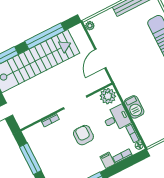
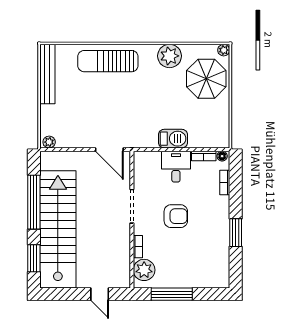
door: (100, 59) -> (109, 150), moved
plant: (108, 96) -> (144, 270), moved
armchair: (83, 135) -> (176, 216), turned 180
filing cabinet: (107, 160) -> (220, 203), removed

